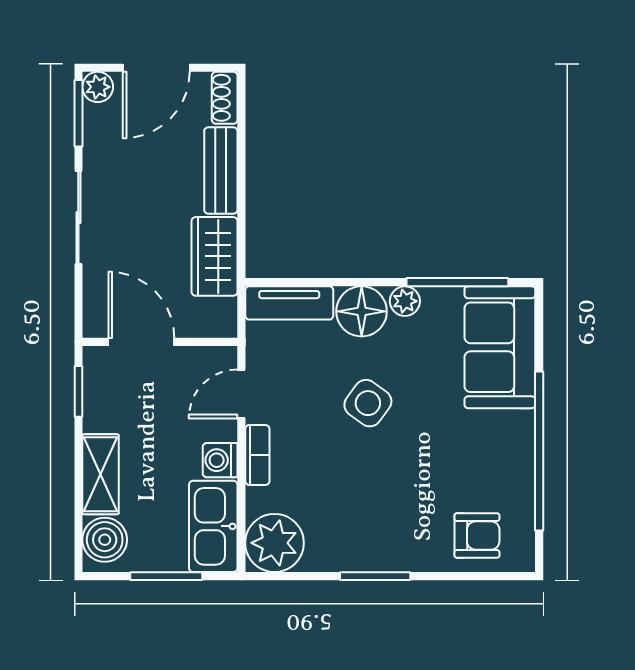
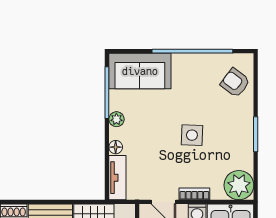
floor lamp: (362, 311) -> (116, 147), width x0.53, depth x0.53
side table: (368, 403) -> (192, 135), moved, turned -34
armchair: (477, 535) -> (235, 83), turned -53

